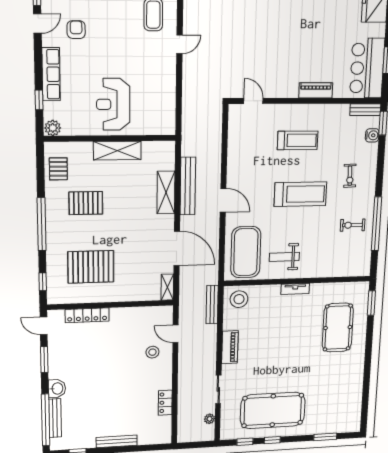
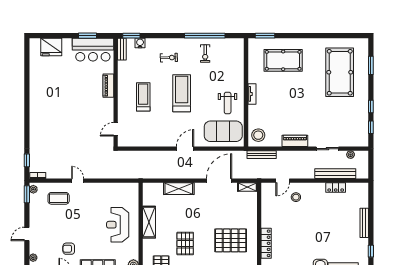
reception desk: (113, 104) -> (118, 225), turned 90
bench: (188, 186) -> (335, 174), moved
pallet: (91, 267) -> (231, 240), turned 90
pool table: (273, 410) -> (340, 72), moved

